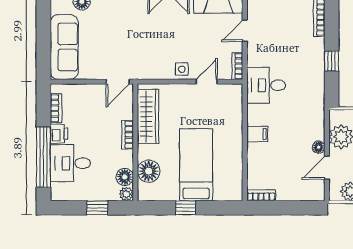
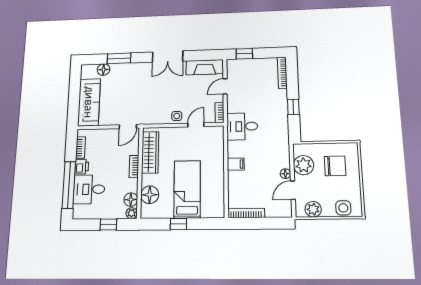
bookcase: (261, 195) -> (246, 213), width x1.56

